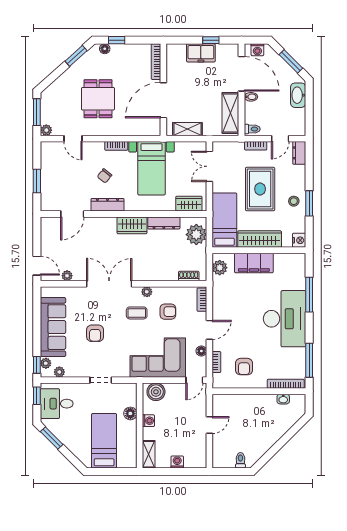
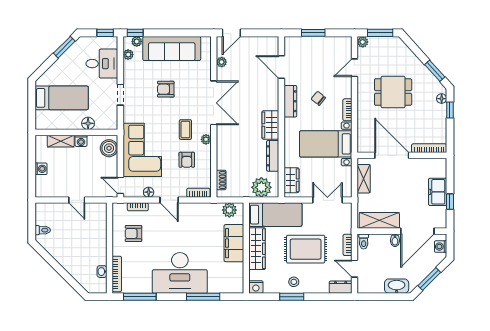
desk: (57, 404) -> (102, 64), moved, turned 90
shelving: (149, 454) -> (61, 141), moved

